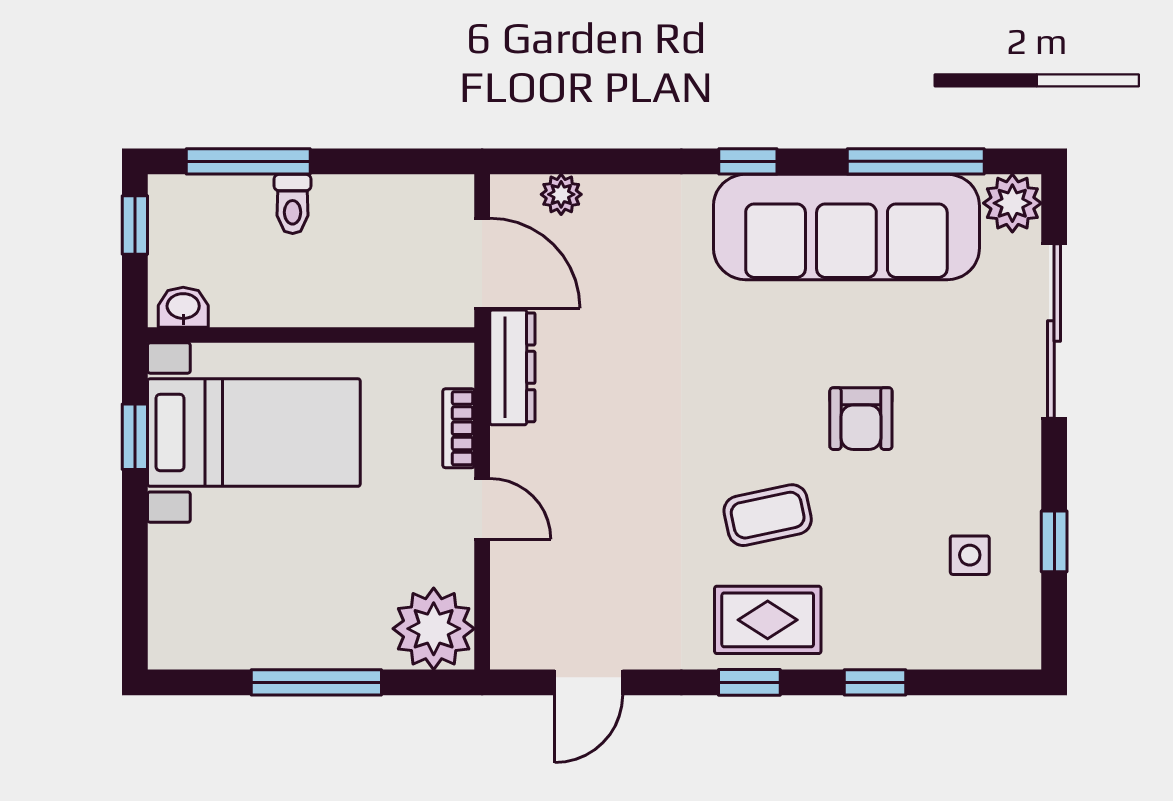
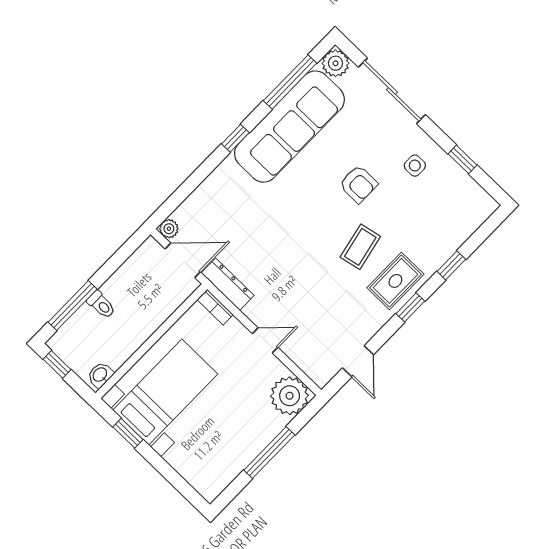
plant: (561, 194) -> (169, 229), moved
bookcase: (459, 428) -> (215, 307), moved
side table: (970, 555) -> (415, 166), moved

